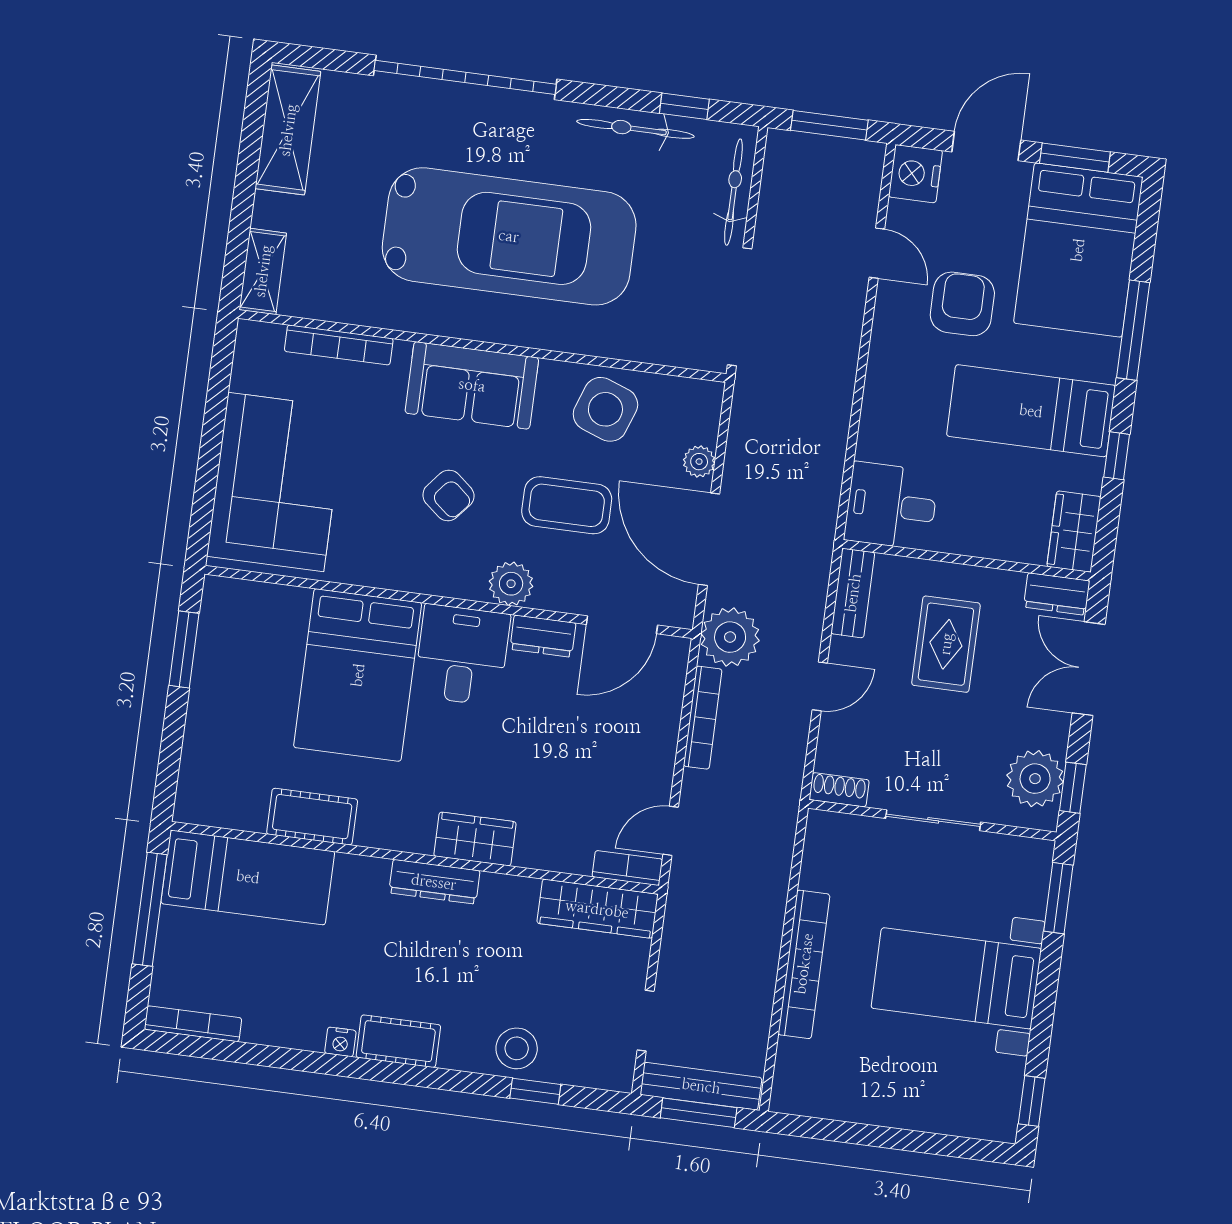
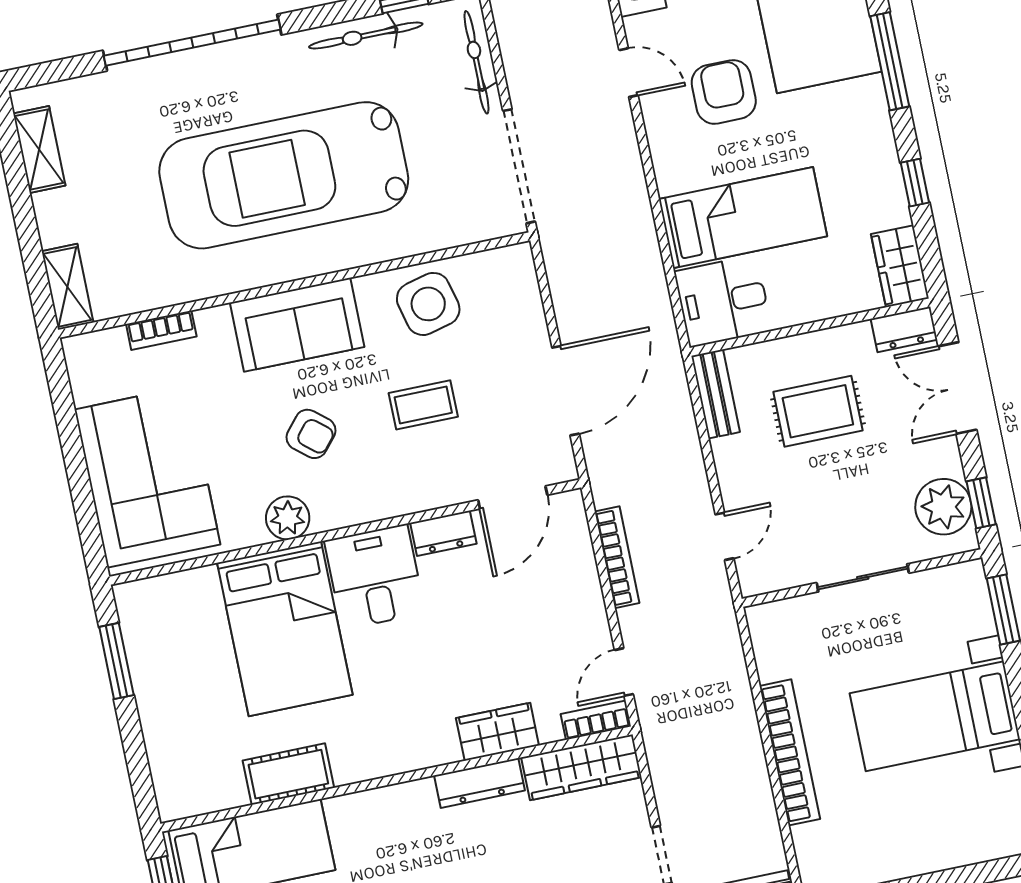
shelving: (288, 130) -> (39, 149), width x0.67, depth x0.75
car: (509, 236) -> (284, 175), turned 180
bookcase: (339, 345) -> (161, 330), width x0.64
side table: (605, 409) -> (428, 304), turned -34
bed: (1031, 411) -> (743, 218), moved, turned 180
plant: (699, 462) -> (531, 322), removed
coffee table: (567, 505) -> (423, 405), width x0.73, depth x0.77
door: (709, 539) -> (566, 391), swing flipped
plant: (511, 584) -> (288, 518), moved
plant: (730, 637) -> (616, 474), removed
rug: (946, 644) -> (818, 411), turned 90
door: (820, 686) -> (724, 536), moved
shoe rack: (839, 790) -> (766, 580), removed
wardrobe: (475, 839) -> (497, 732), moved
dresser: (434, 882) -> (480, 783), moved

